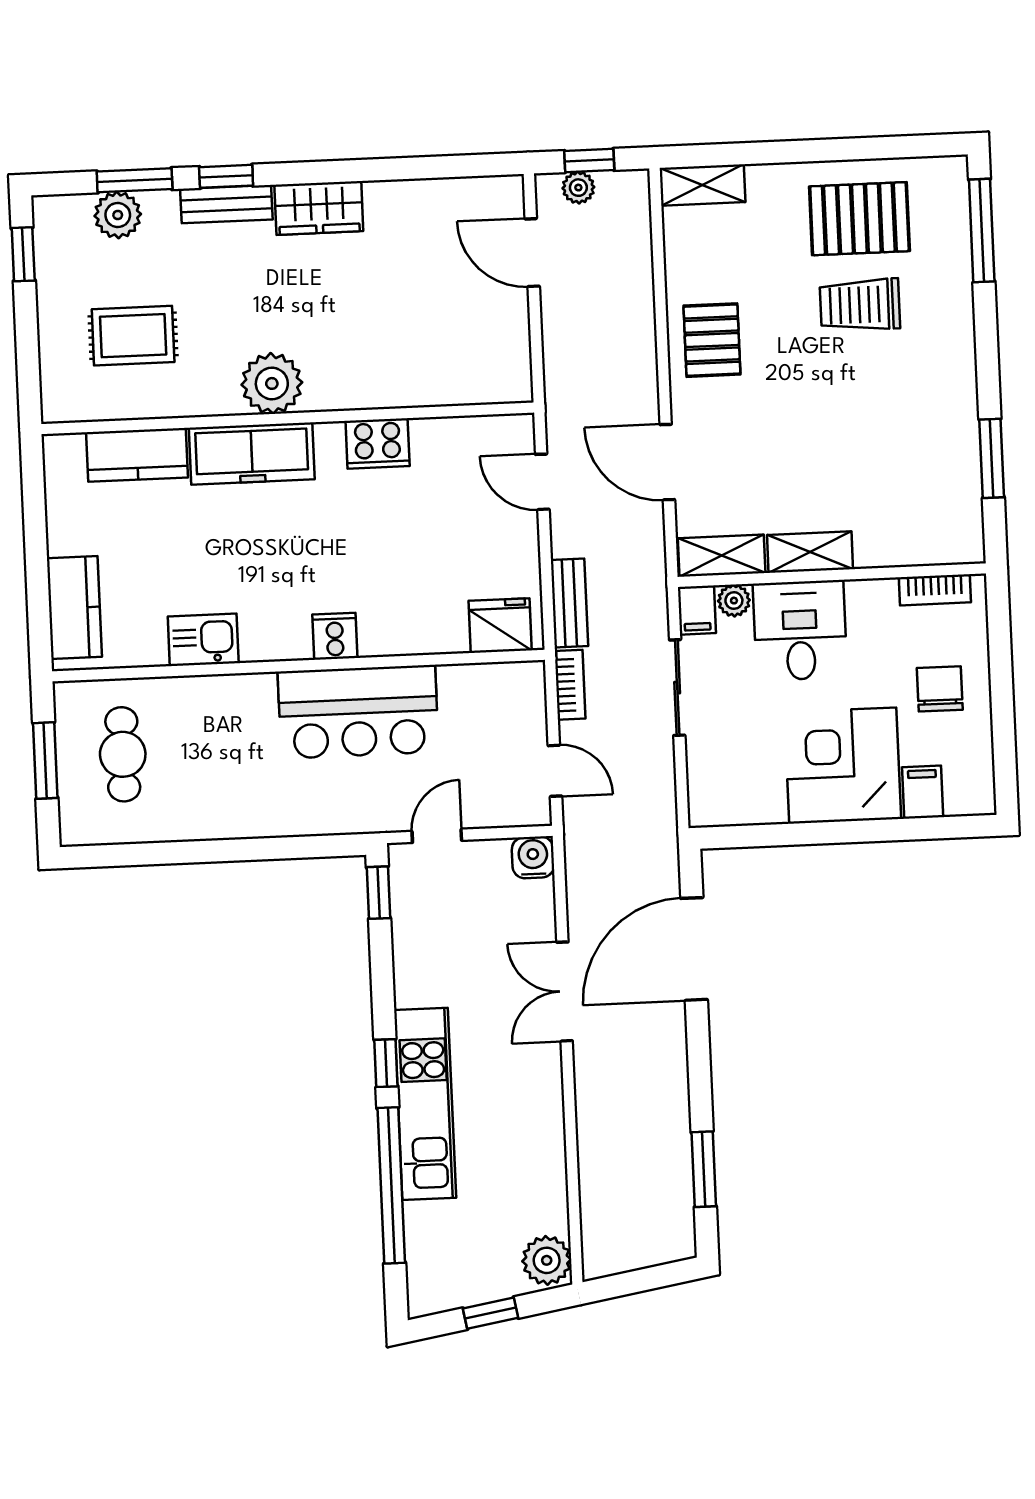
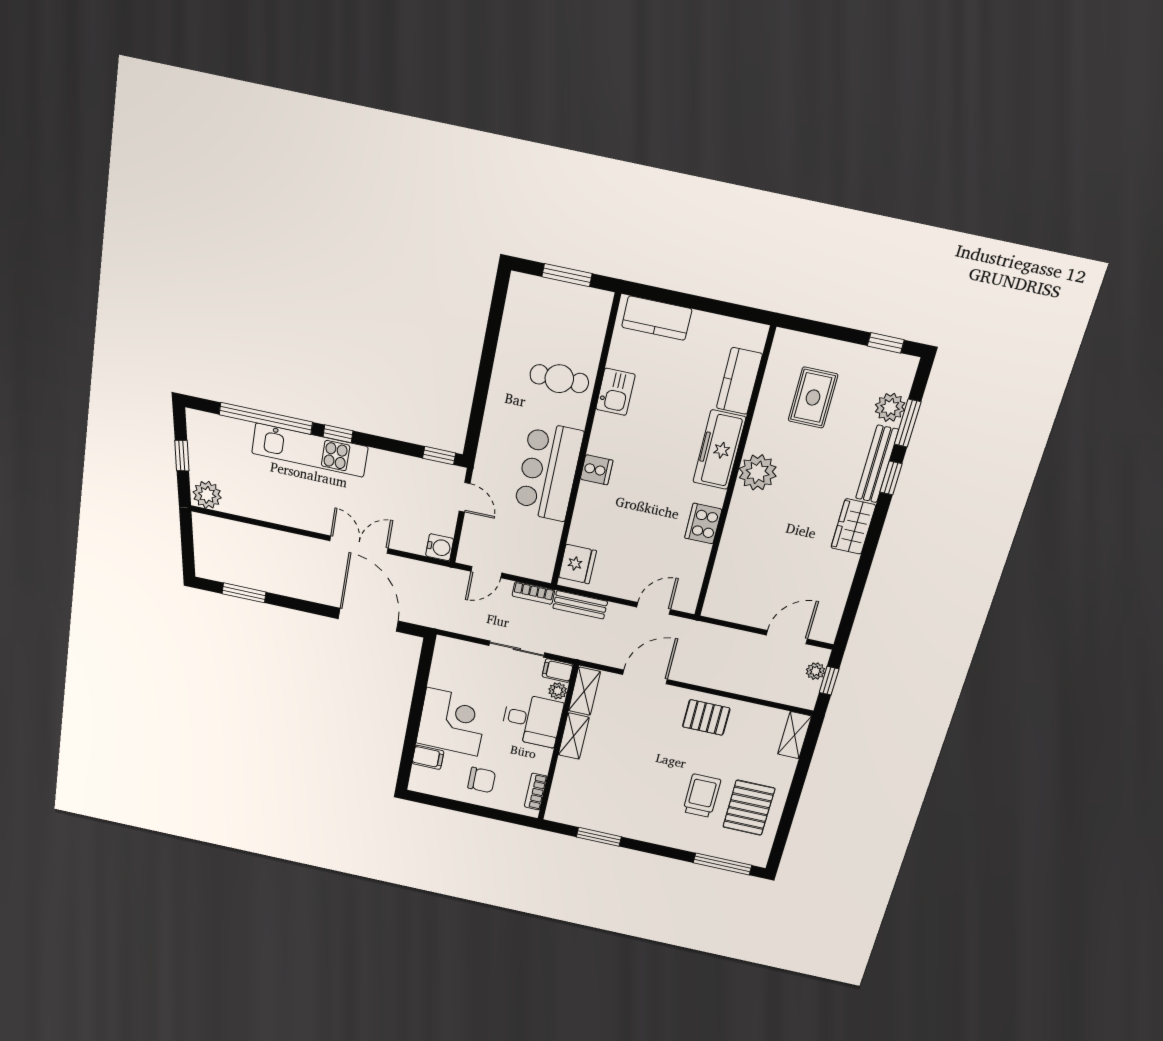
bench: (226, 204) -> (877, 464), width x1.36
cafe table: (123, 754) -> (559, 379), moved

